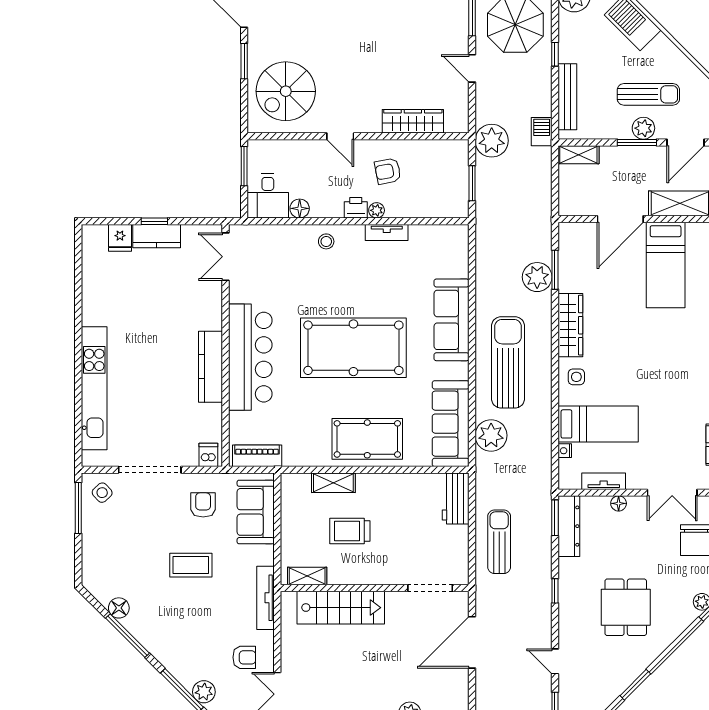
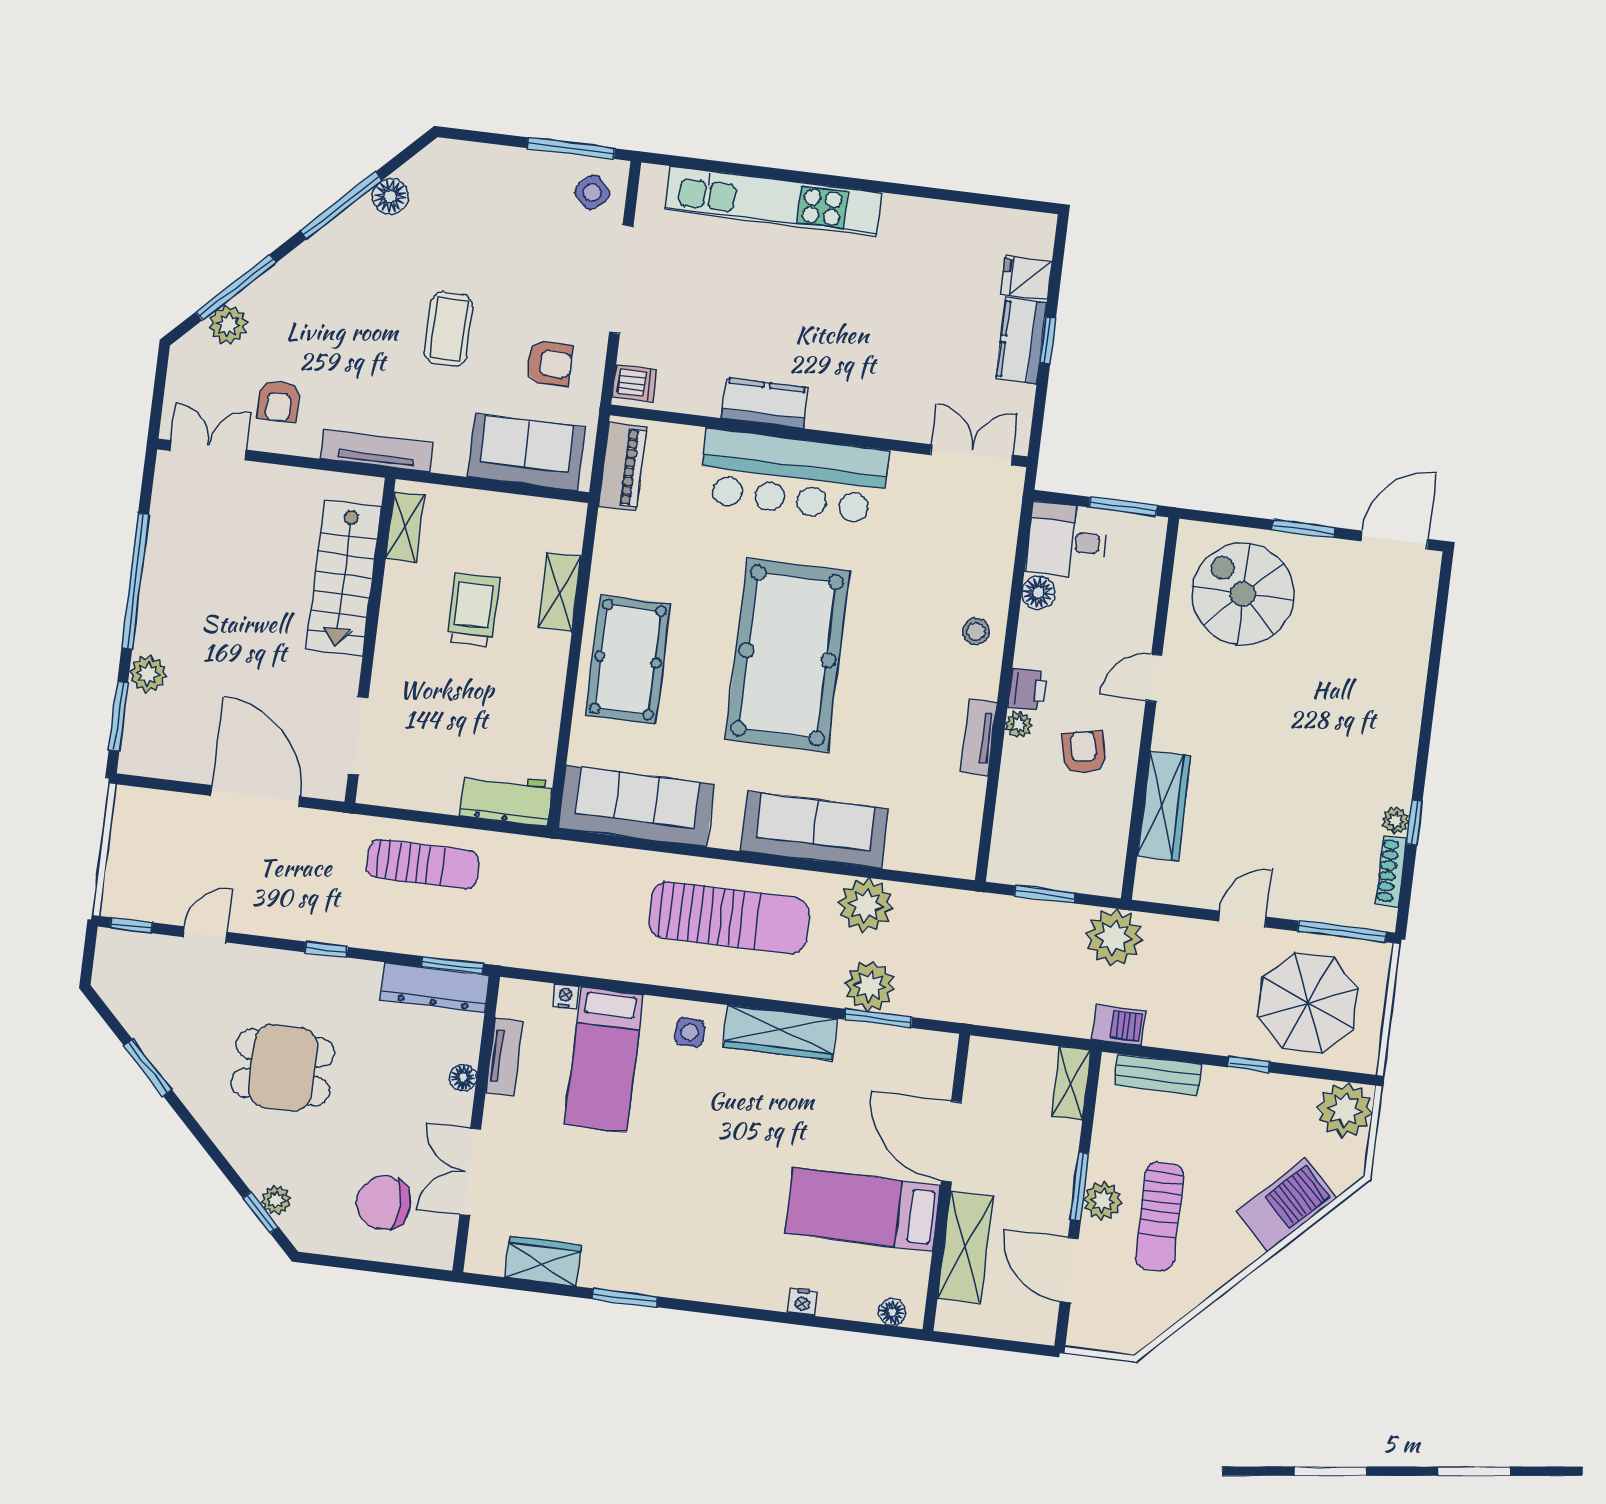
bench: (567, 97) -> (1158, 1075), width x0.73
kitchen counter: (210, 367) -> (765, 403), width x0.67
plant: (491, 435) -> (866, 905), moved

